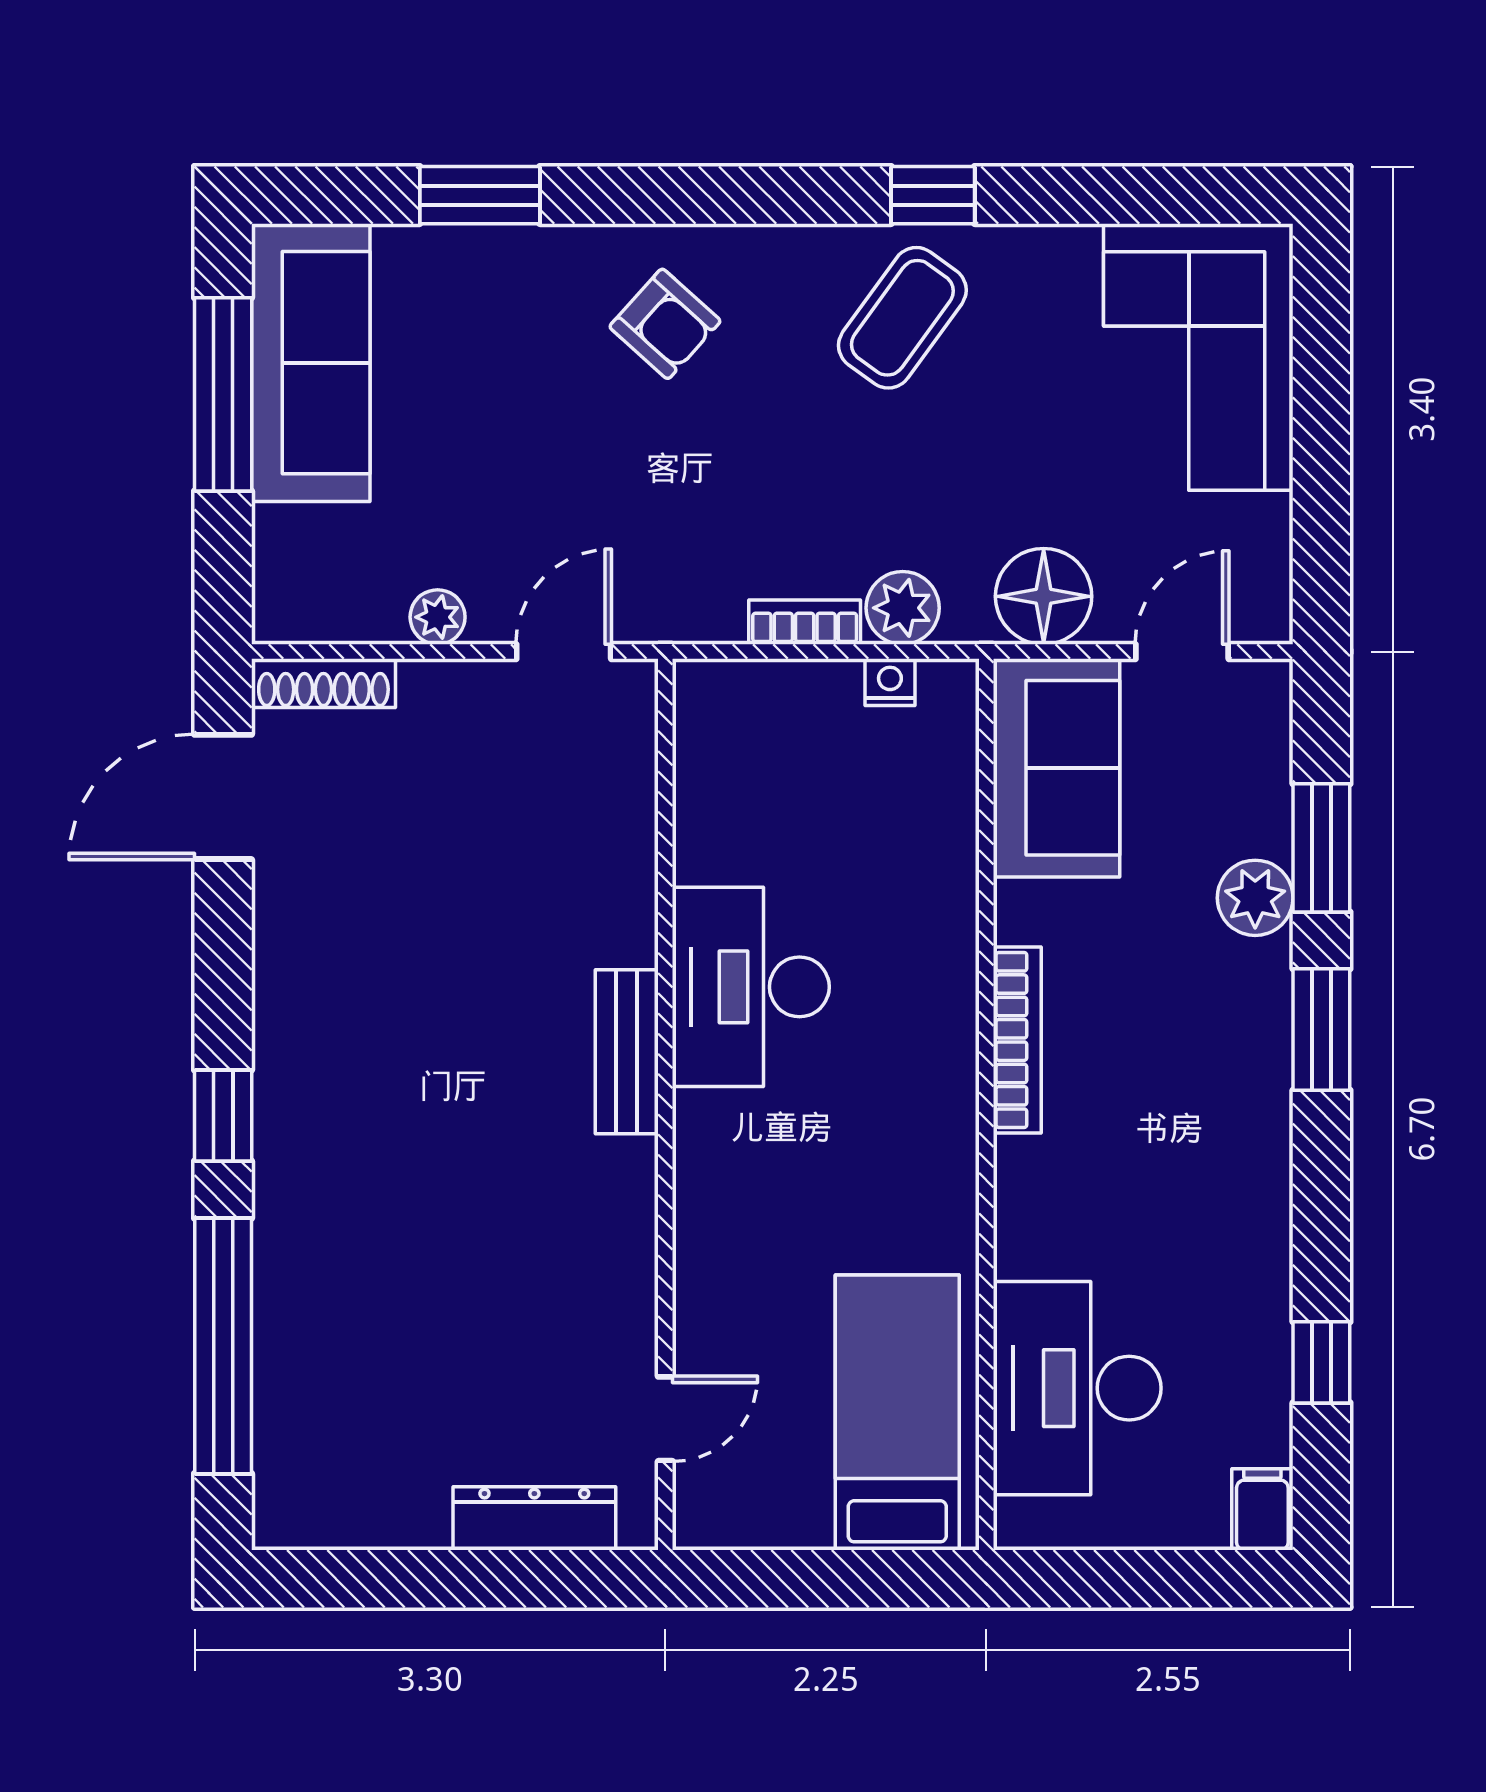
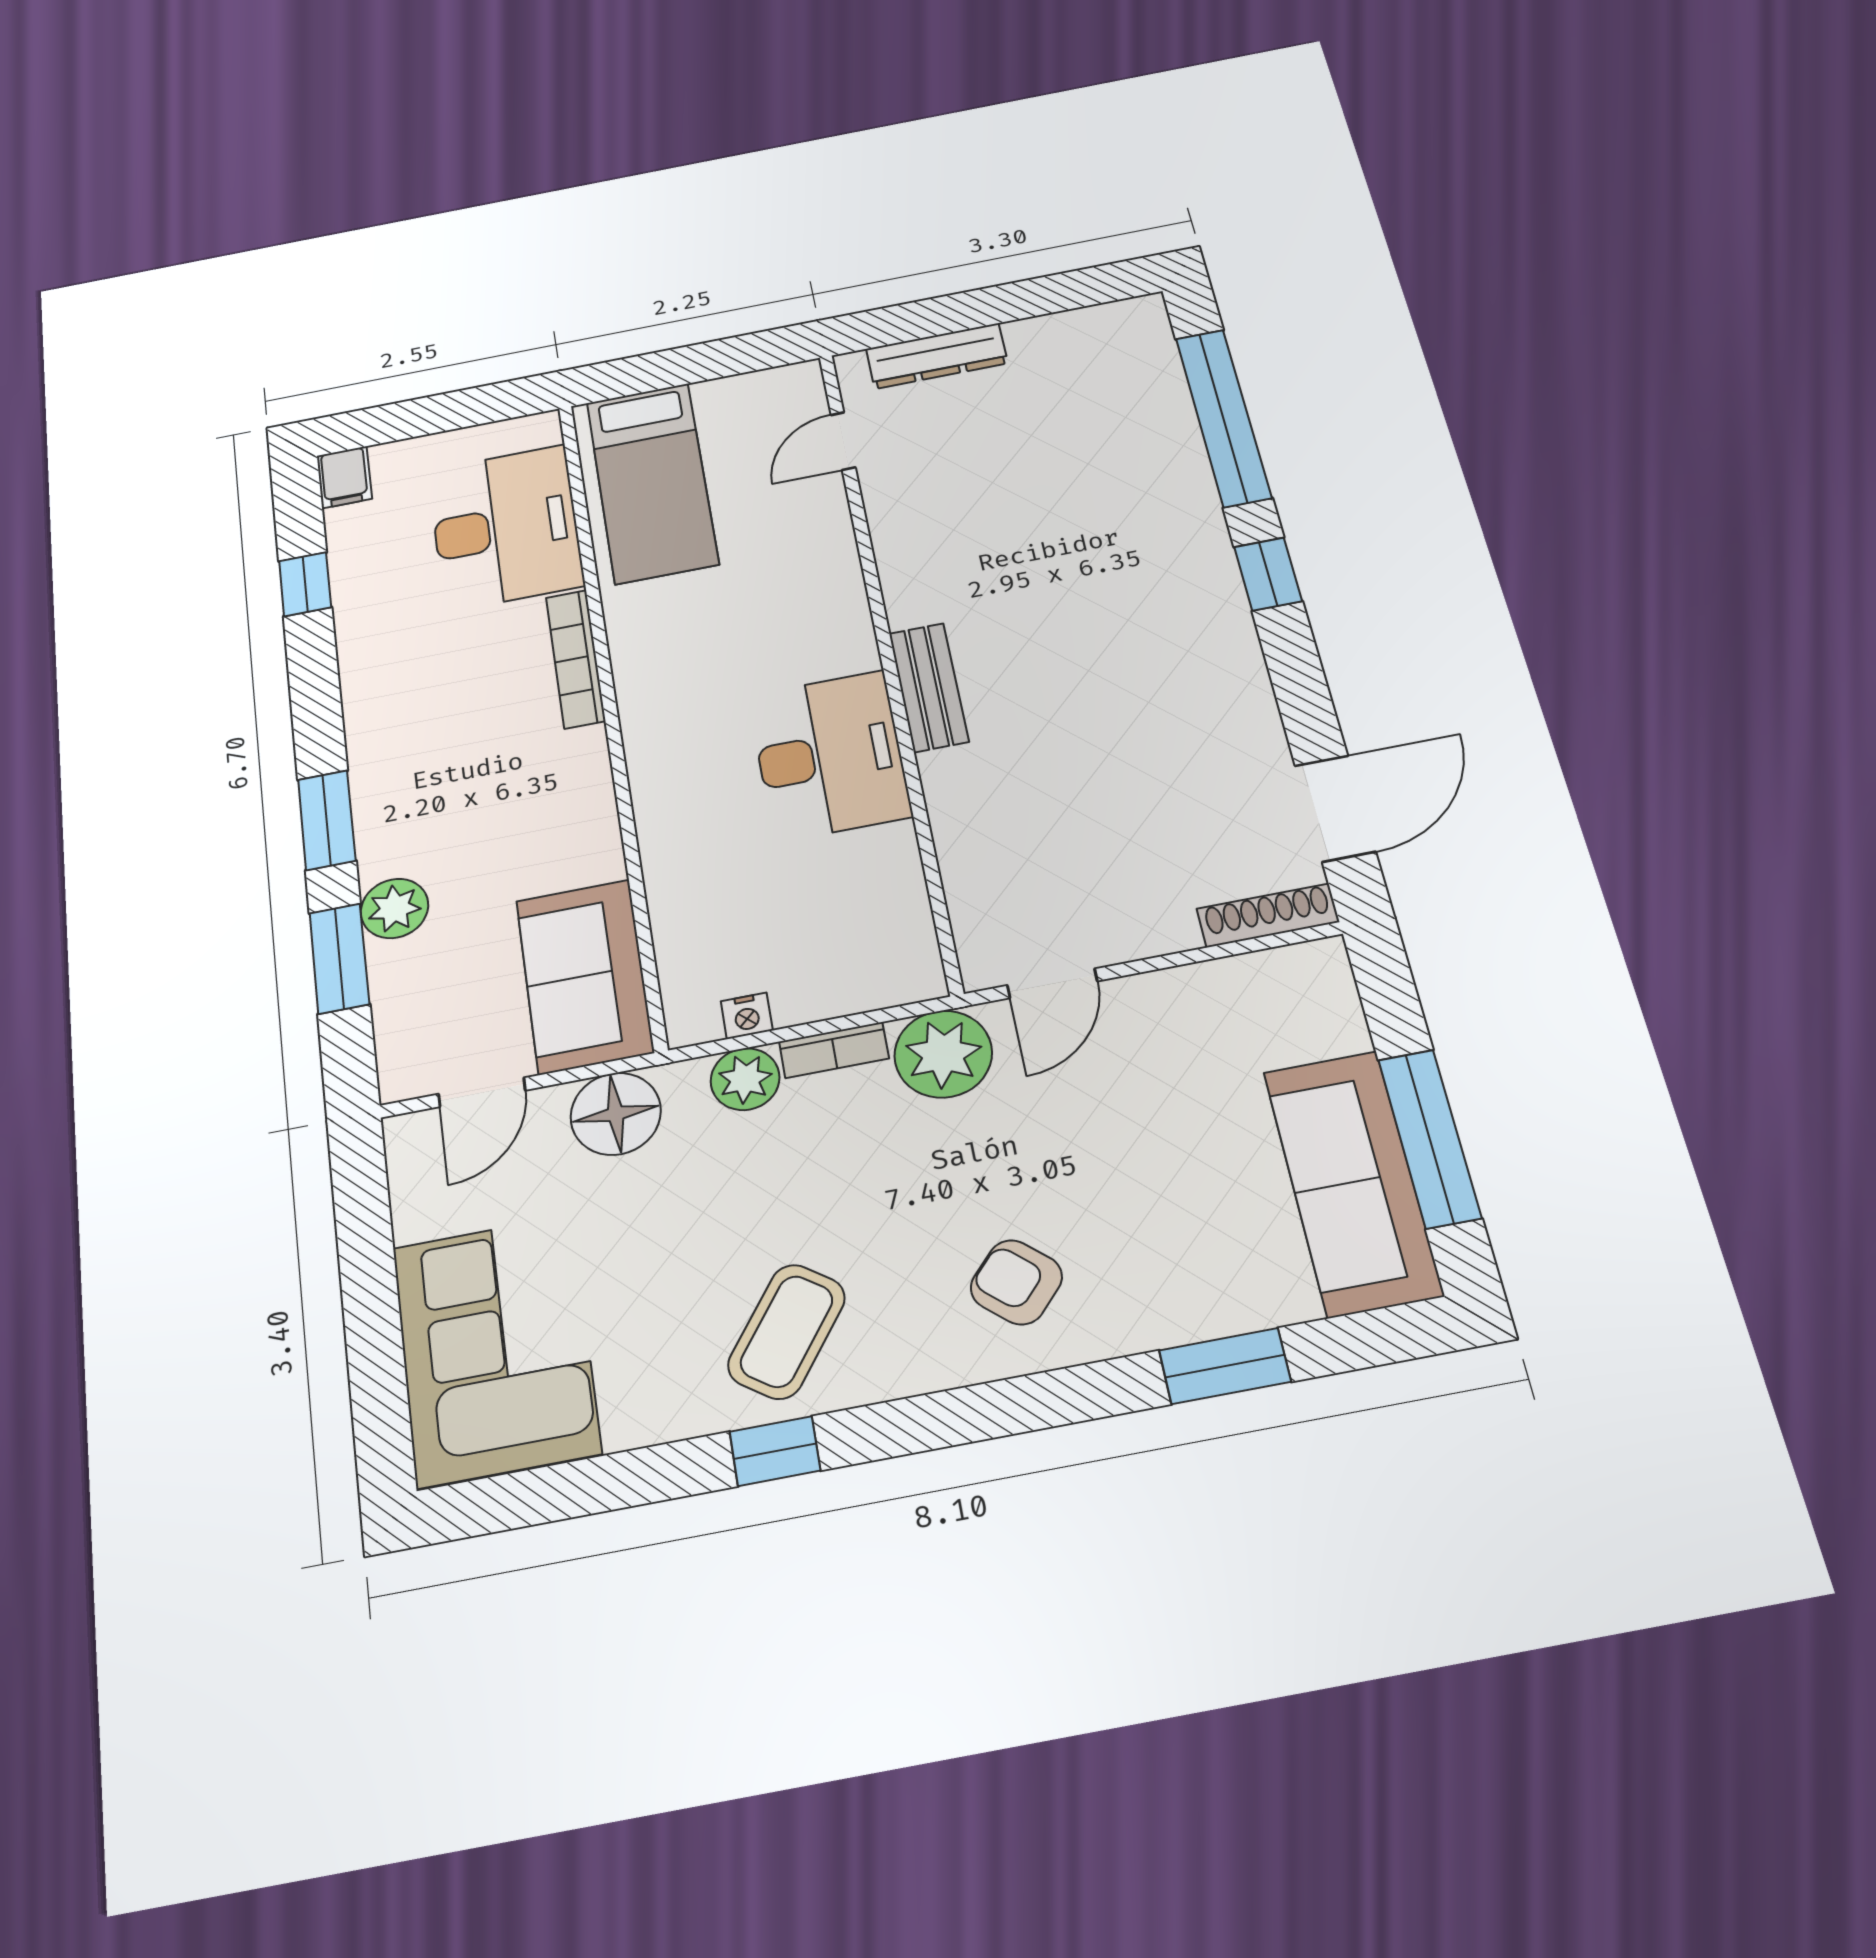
plant: (438, 617) -> (943, 1054), moved, width x1.88, depth x1.88
bookcase: (1017, 1040) -> (575, 659), moved

